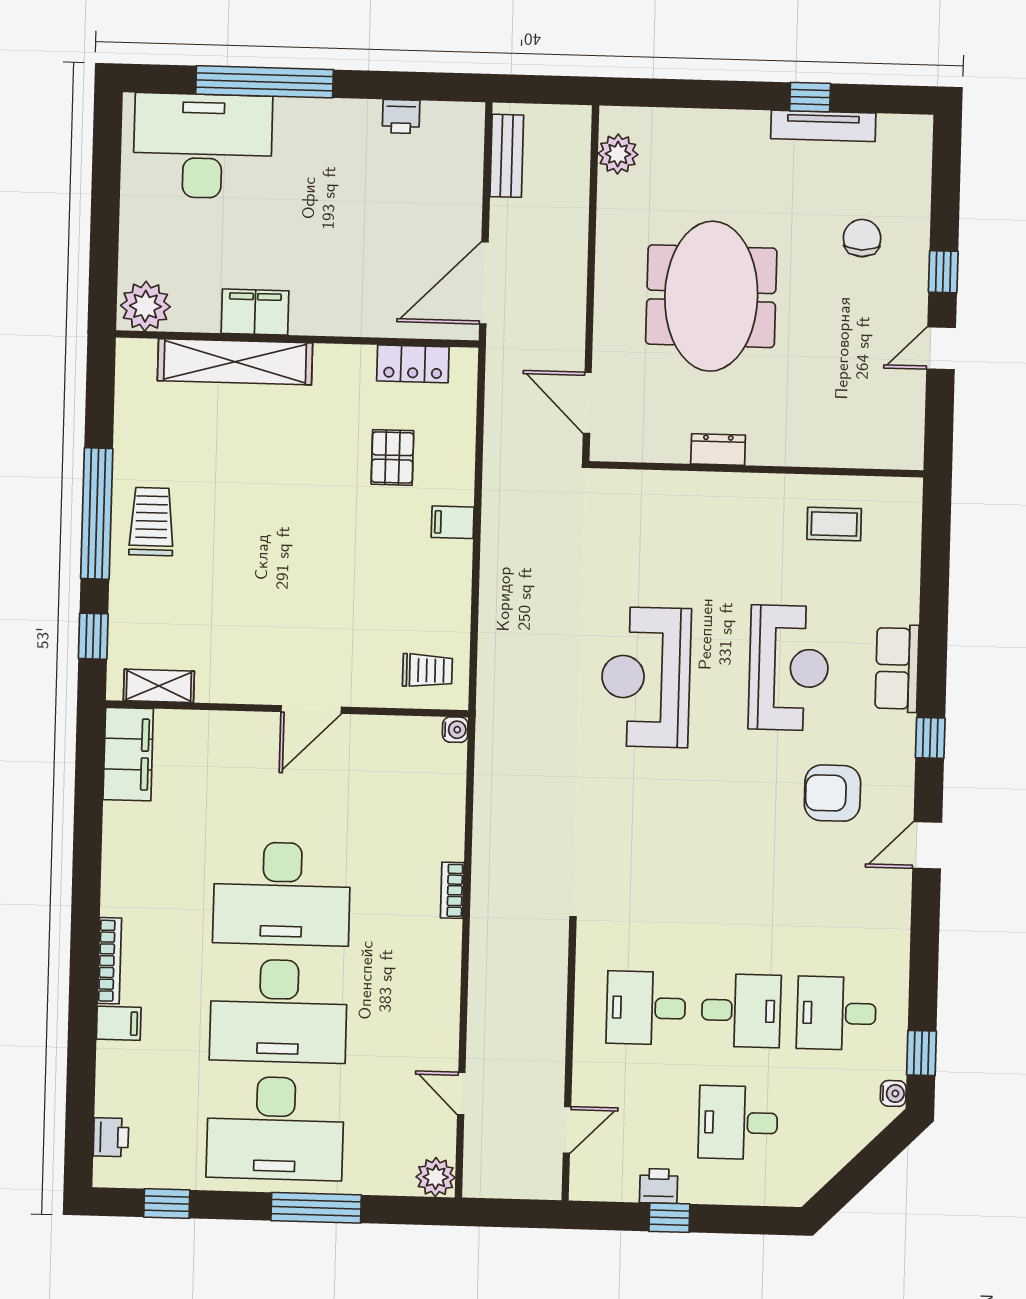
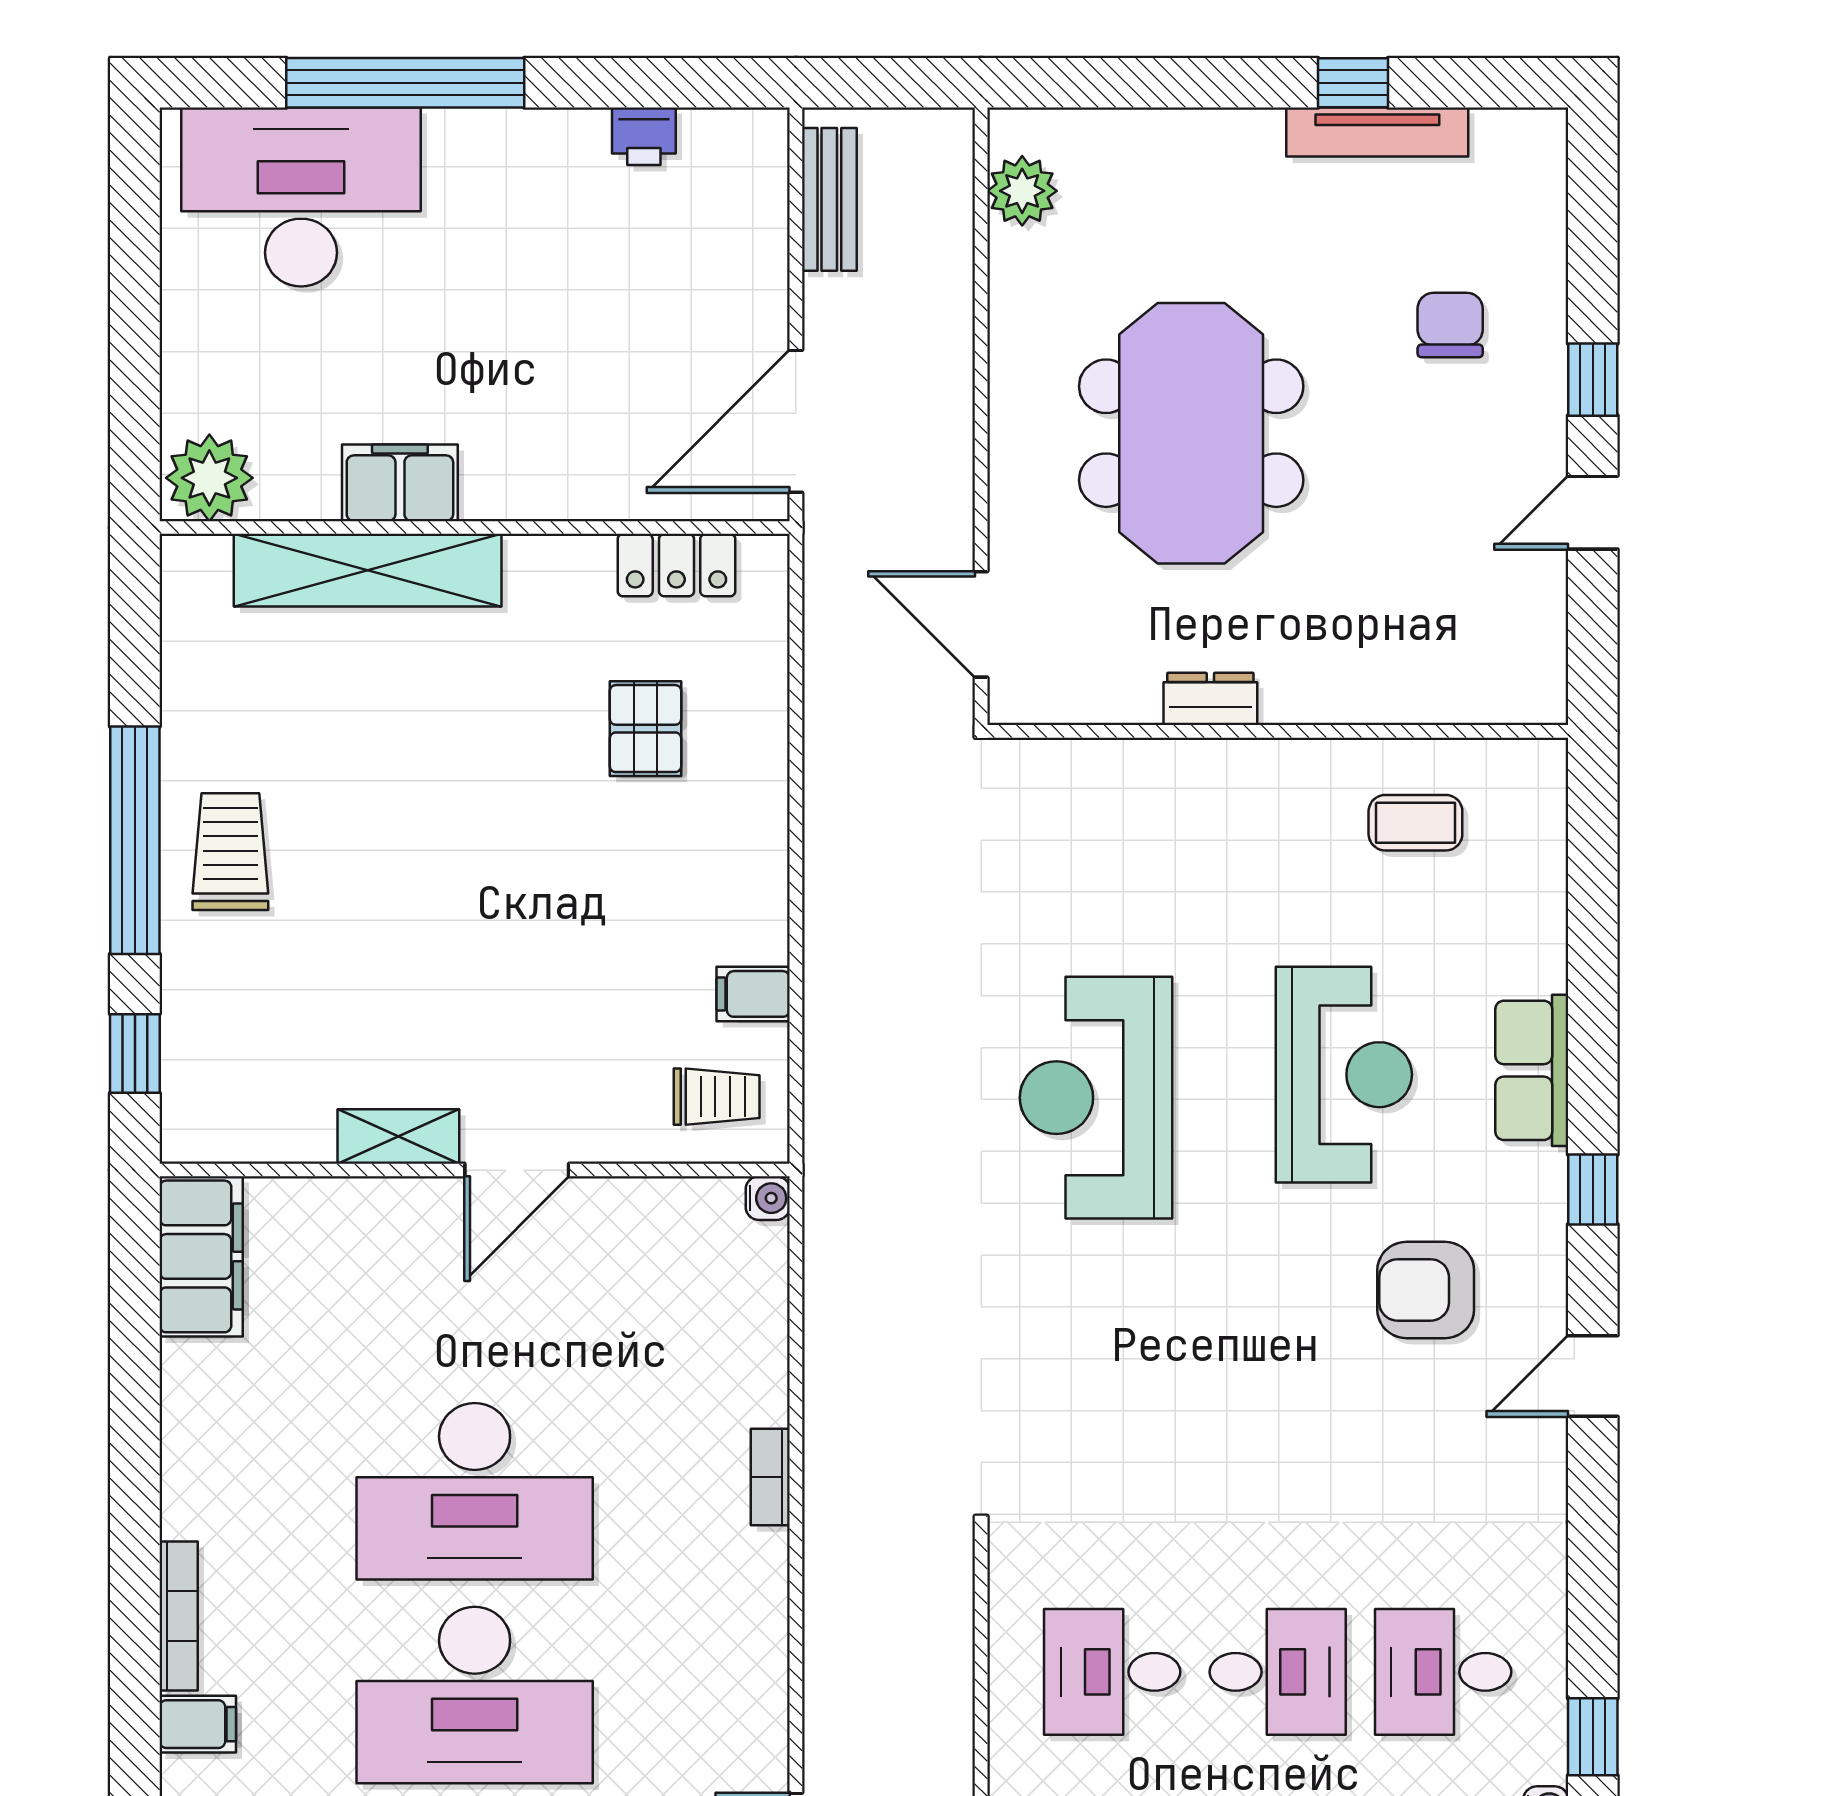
filing cabinet: (453, 522) -> (753, 994), moved
shelving: (159, 686) -> (398, 1136), moved

